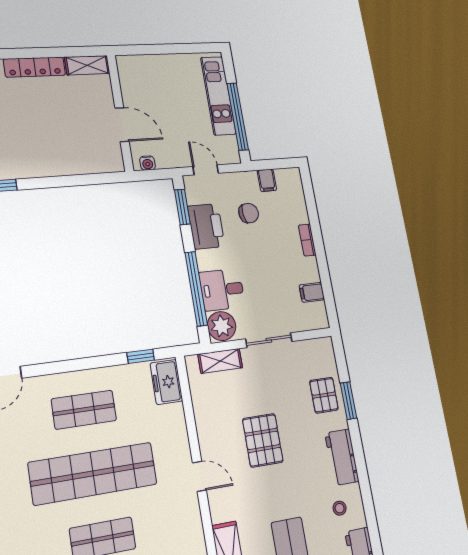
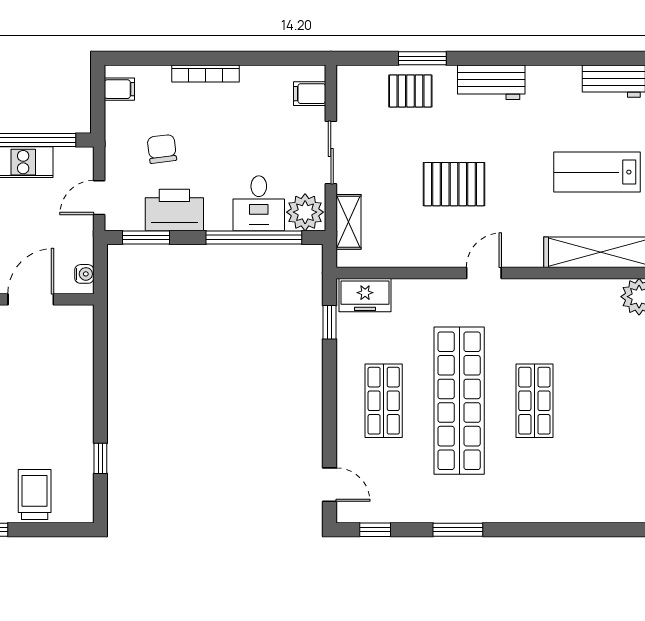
filing cabinet: (267, 180) -> (119, 89), moved
bookcase: (307, 240) -> (205, 74), width x1.56
filing cabinet: (312, 292) -> (310, 94), moved, turned 90
stool: (340, 508) -> (553, 98), removed

